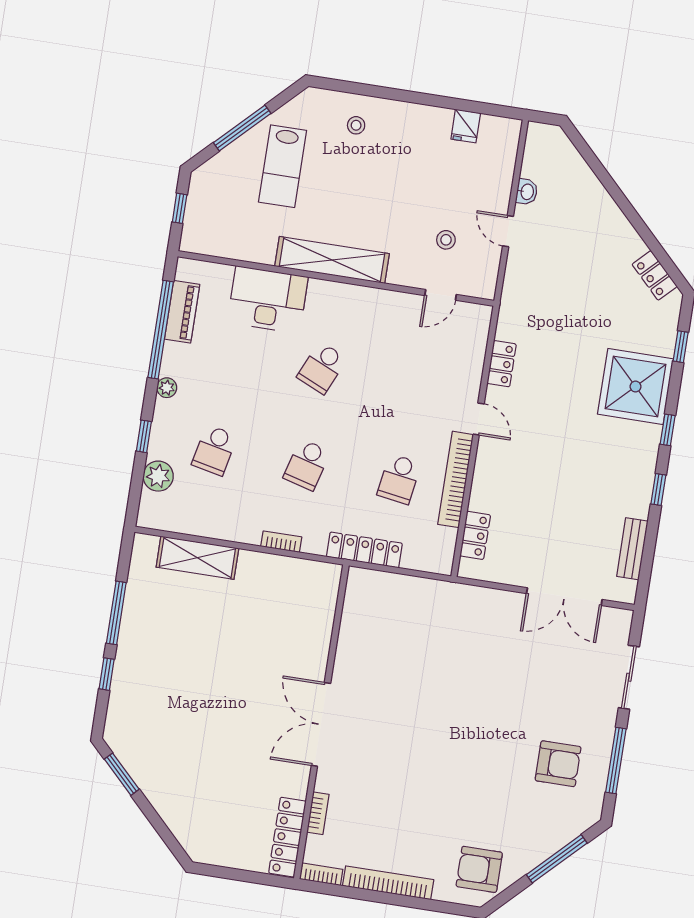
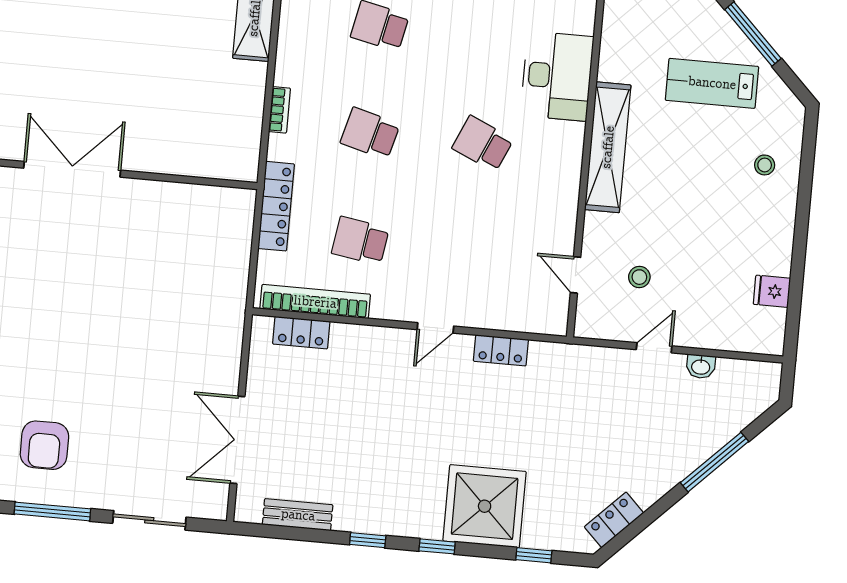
window: (610, 185) -> (715, 462), added
bookcase: (456, 479) -> (315, 302), moved

